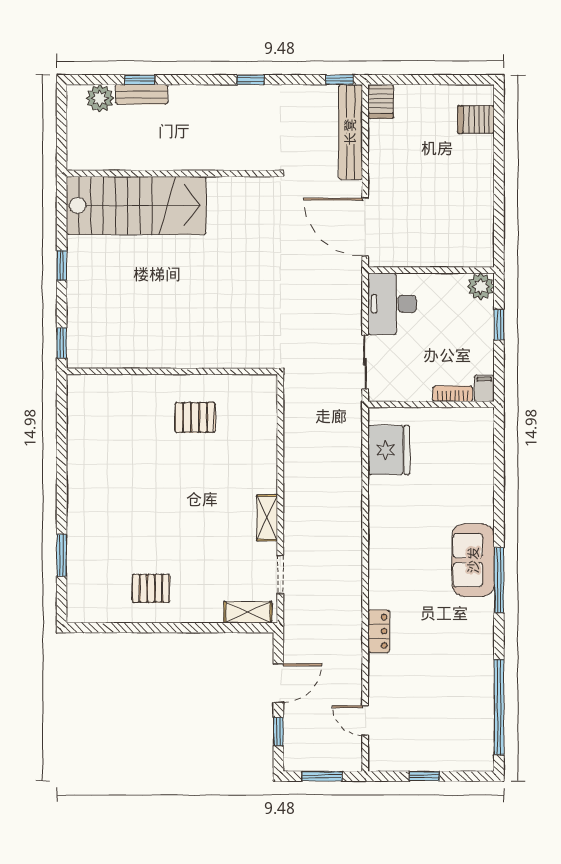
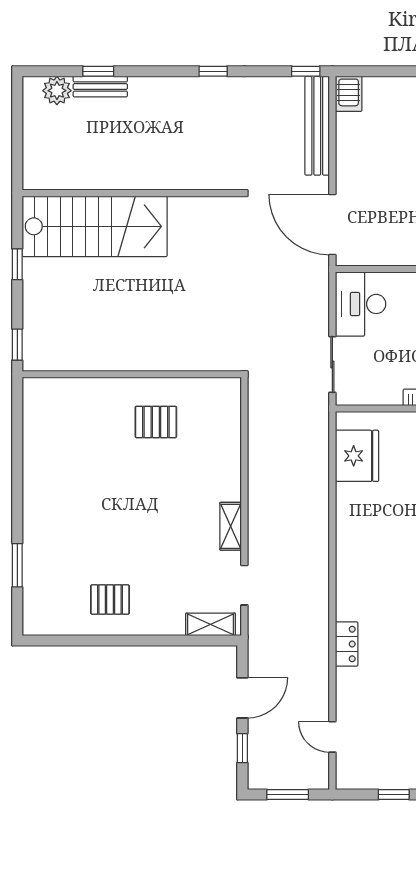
wall: (172, 174) -> (132, 193), moved
stairs: (136, 205) -> (95, 226), moved

